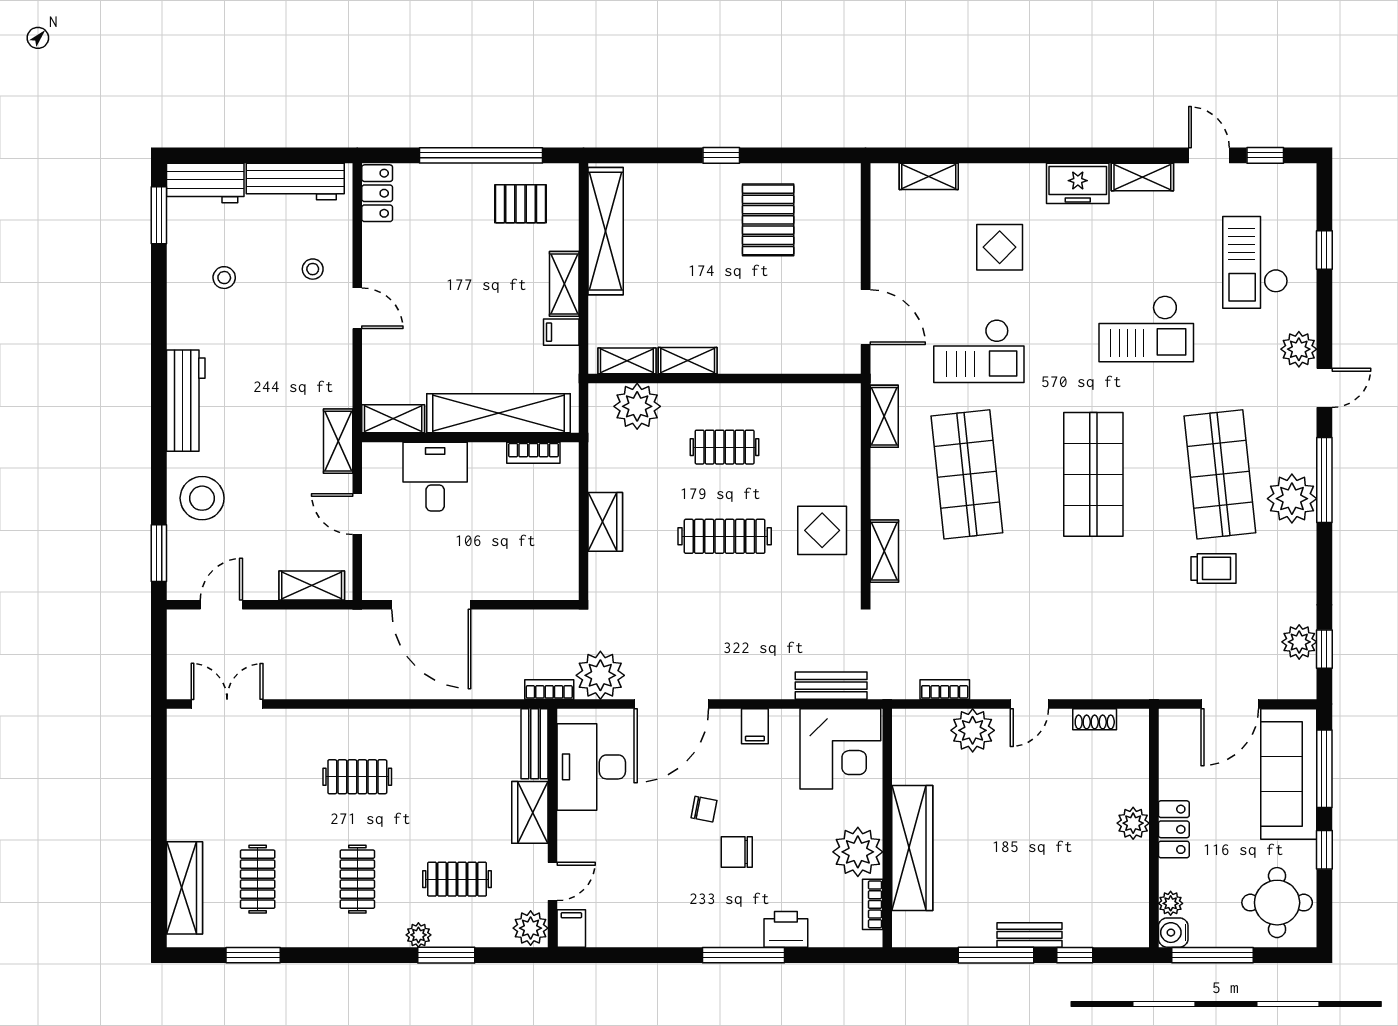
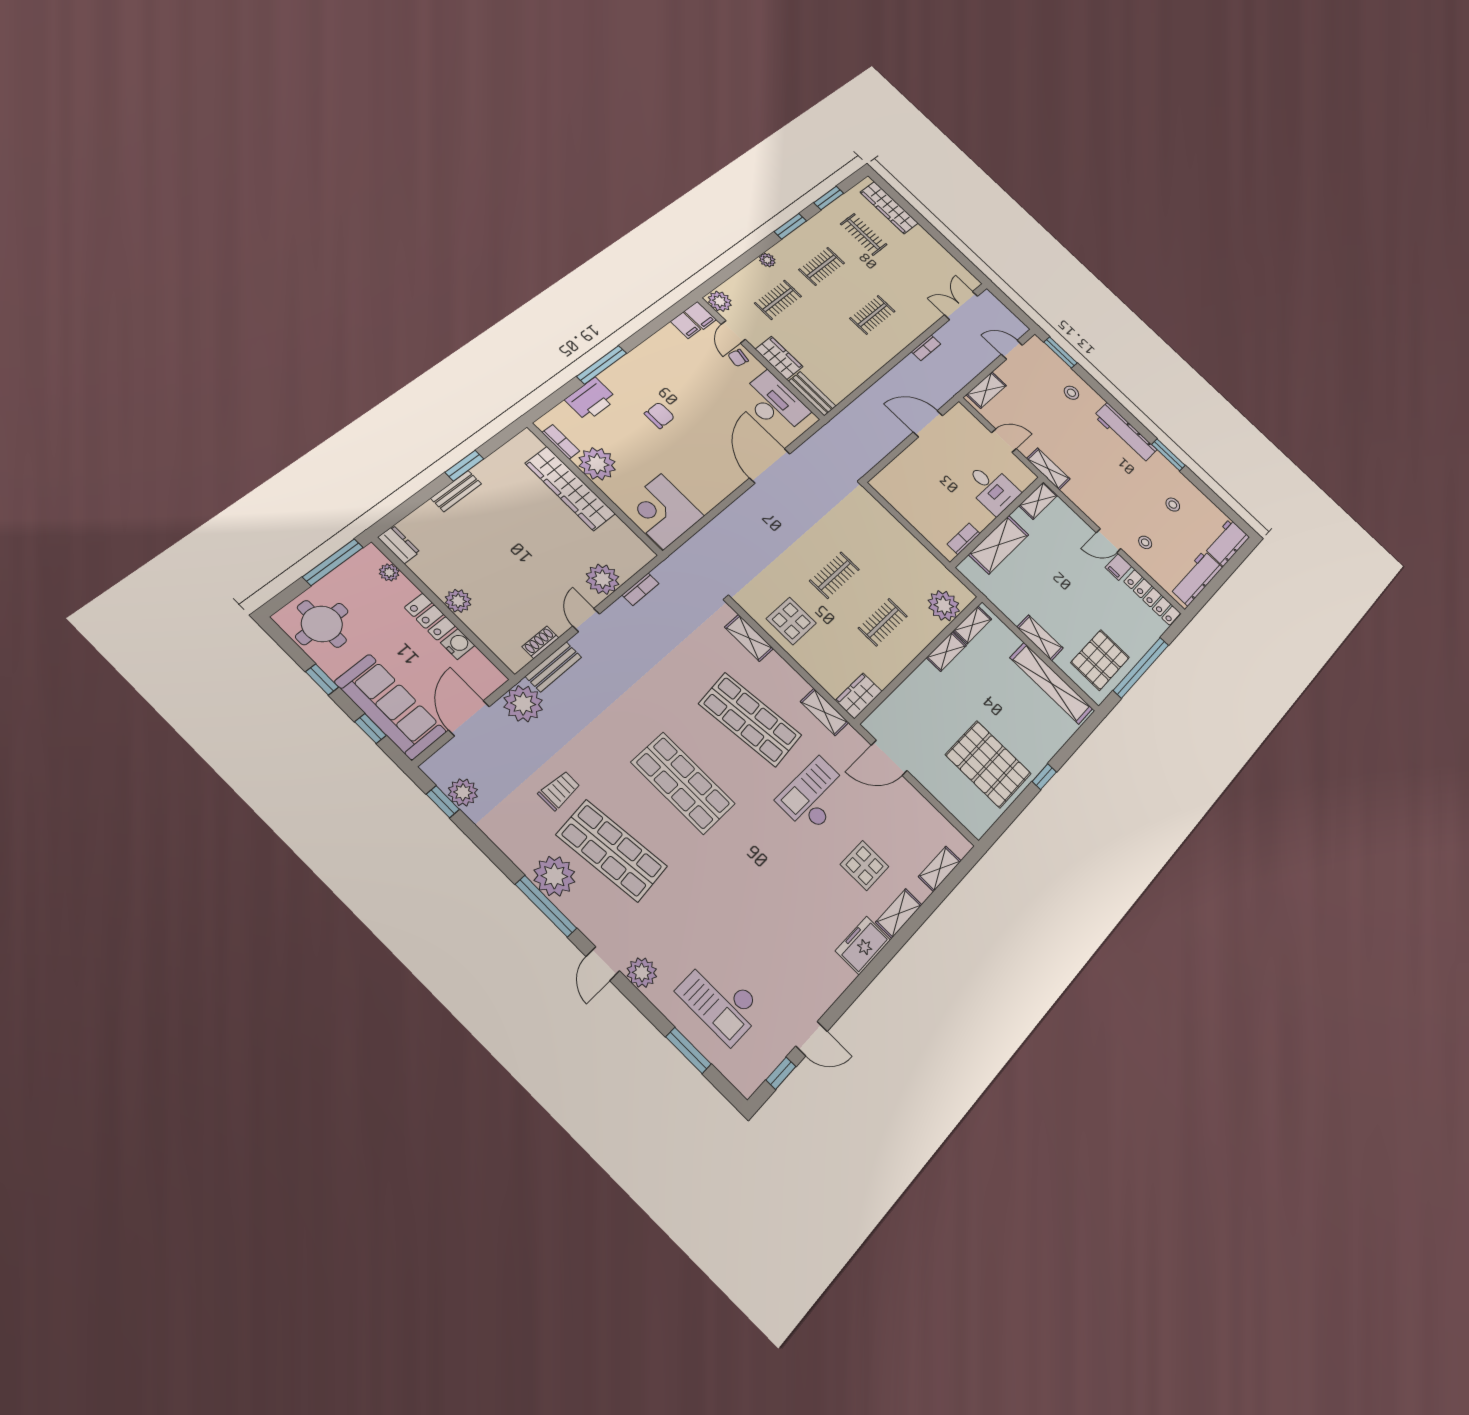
shelving: (1142, 177) -> (899, 913), moved
locker: (377, 193) -> (1152, 597), width x1.53
pallet: (521, 204) -> (1100, 660), width x1.50, depth x1.42
window: (159, 215) -> (1168, 455), moved
pallet: (768, 220) -> (988, 764), width x1.37, depth x1.41
window: (1324, 250) -> (688, 1050), width x1.50
checkout: (1255, 262) -> (720, 1000), turned 180
checkout: (1146, 329) -> (740, 897), removed
filing cabinet: (561, 332) -> (1118, 567), moved, turned 180
shelving: (499, 413) -> (999, 545), width x0.68
stool: (202, 498) -> (1071, 393), width x0.53, depth x0.53
wardrobe: (605, 522) -> (859, 696), moved, turned 90
clothes rail: (725, 536) -> (834, 575), width x0.73
trolley: (1213, 568) -> (559, 790), turned 180
door: (221, 605) -> (1012, 350), swing flipped
door: (431, 605) -> (928, 424), width x0.73
plant: (600, 675) -> (523, 704), moved
bench: (831, 686) -> (553, 667), moved
bookcase: (549, 690) -> (926, 348), moved
double door: (227, 704) -> (961, 305), swing flipped
filing cabinet: (755, 726) -> (686, 325), moved, turned 180
window: (1324, 769) -> (371, 729), width x0.46
chair: (704, 809) -> (738, 358), moved
clothes rail: (357, 879) -> (822, 266), turned 90
dresser: (1136, 924) -> (399, 545), added
printer: (786, 929) -> (591, 399), width x1.37, depth x1.19
water cooler: (1173, 933) -> (458, 644), moved
window: (446, 955) -> (790, 226), moved
window: (996, 955) -> (464, 466), width x0.69
window: (1075, 955) -> (418, 500), removed

